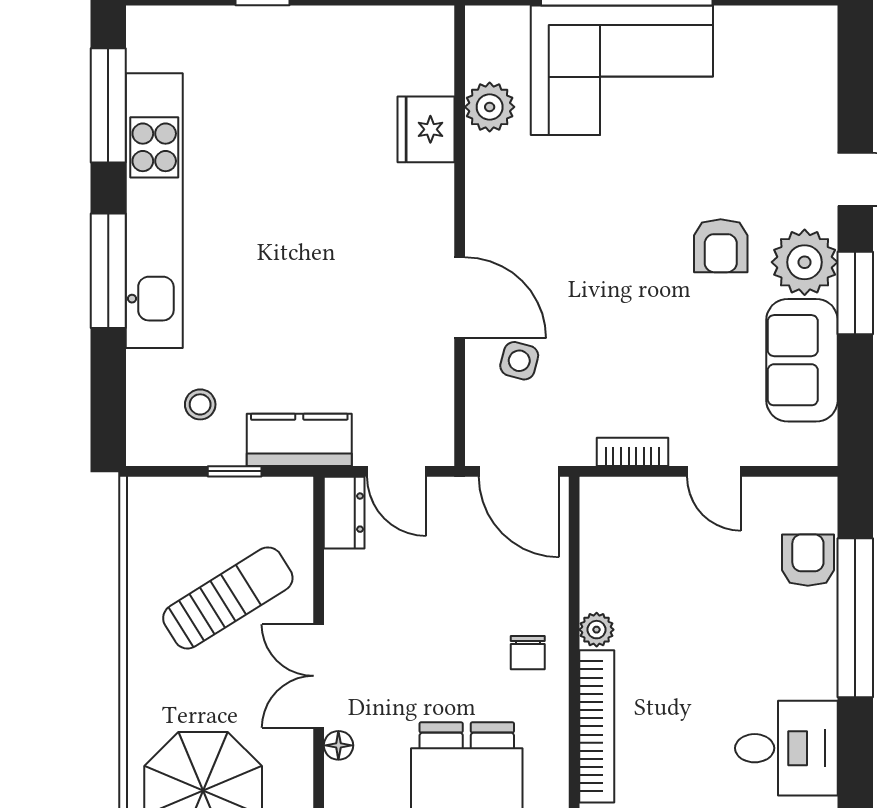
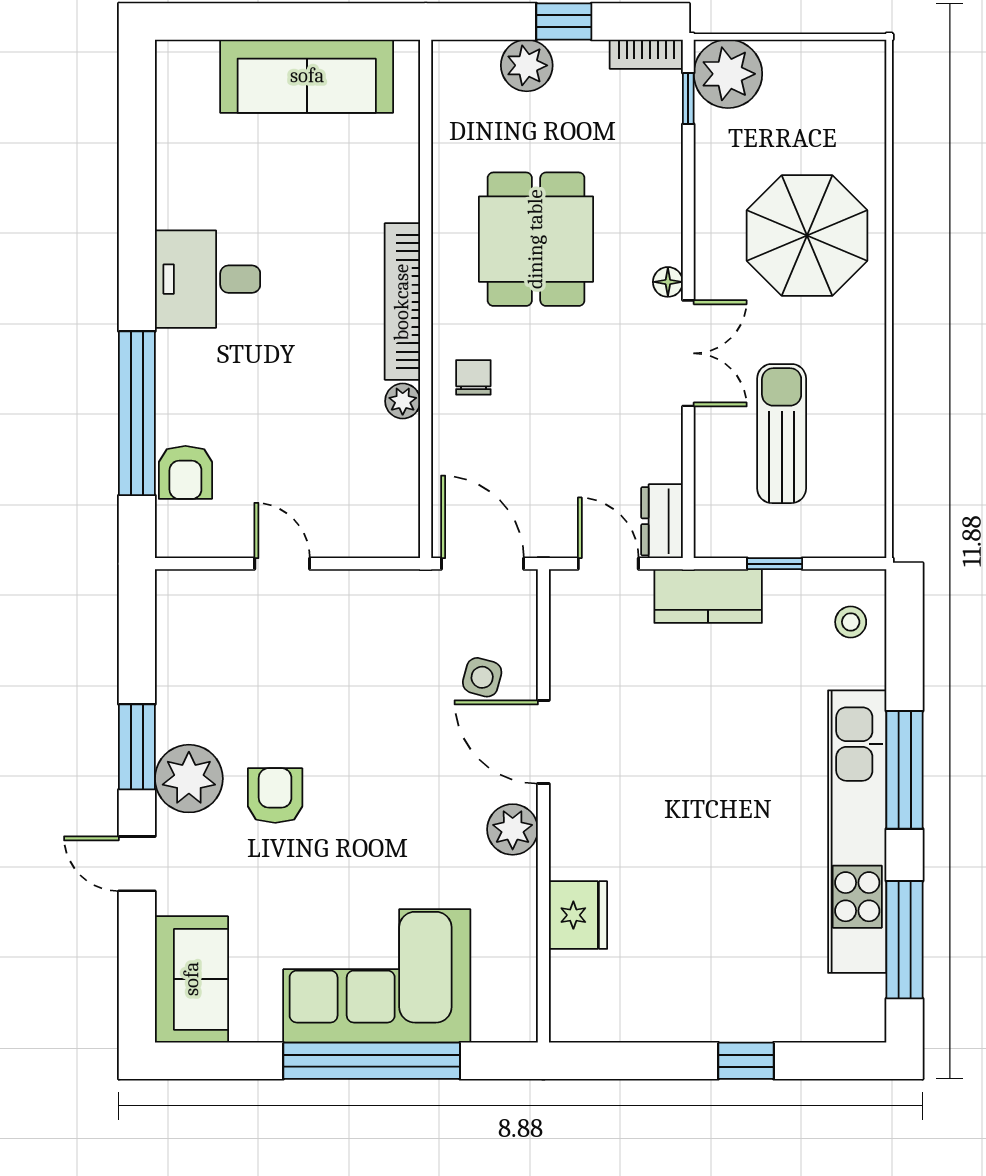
plant: (490, 107) -> (513, 829), moved
sofa: (802, 360) -> (192, 979), moved
stool: (200, 404) -> (851, 622), moved
bookcase: (632, 452) -> (366, 584), removed
sun lounger: (228, 598) -> (782, 434), turned 122

